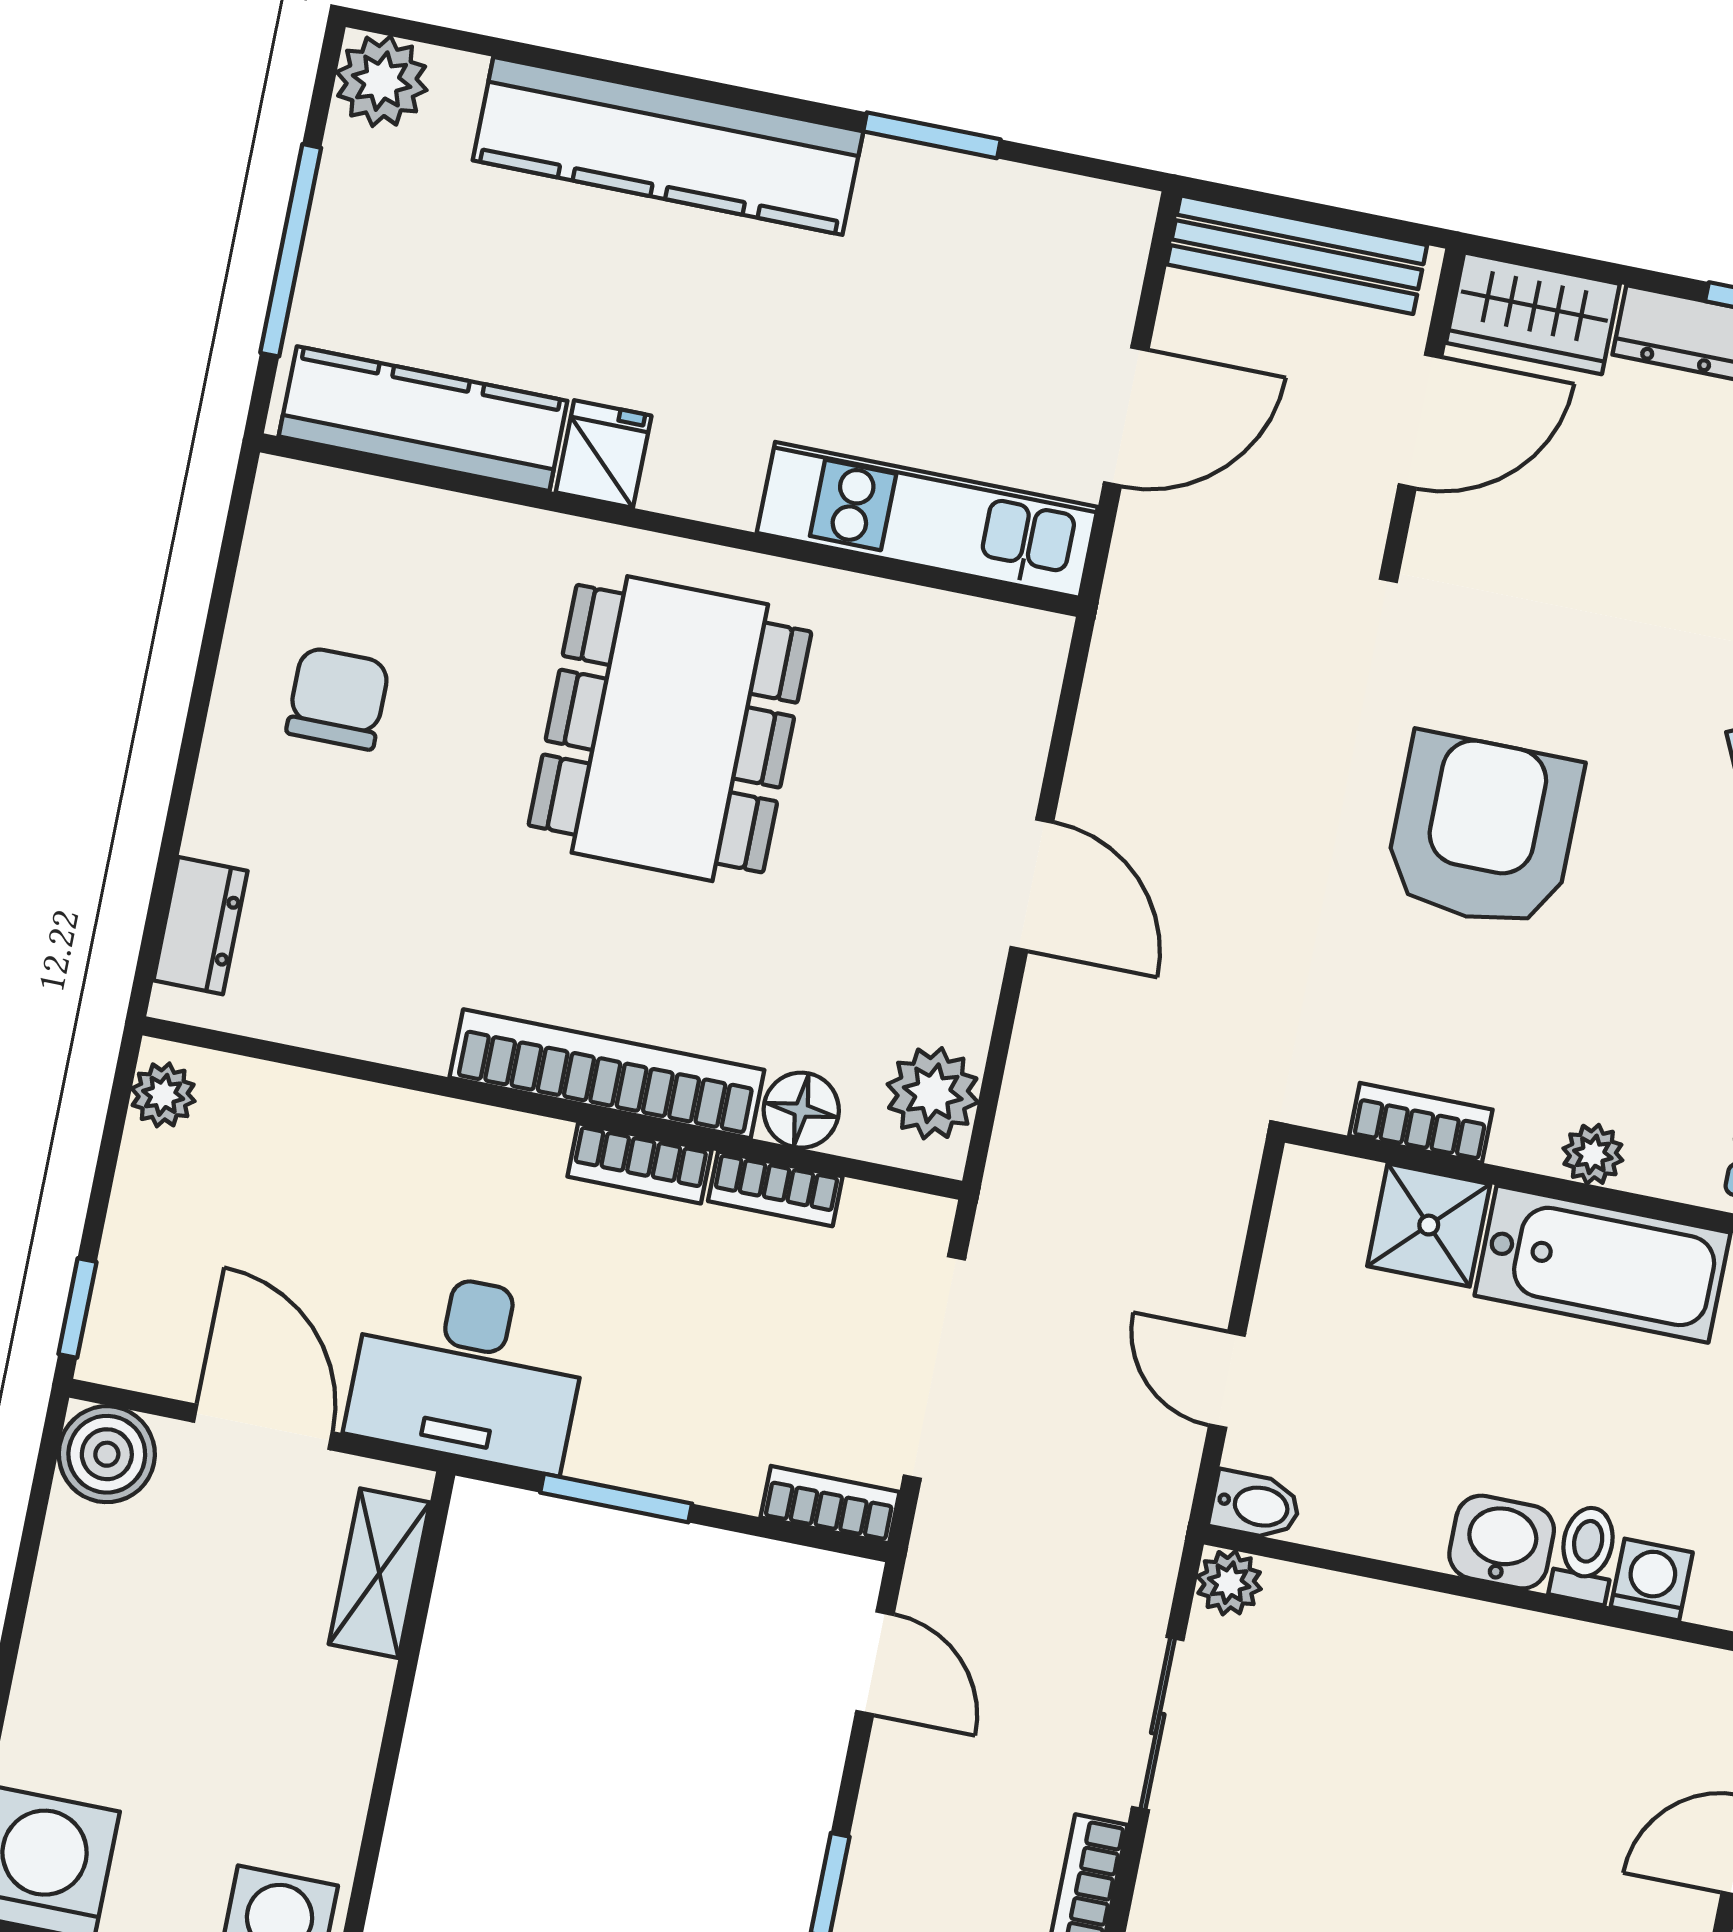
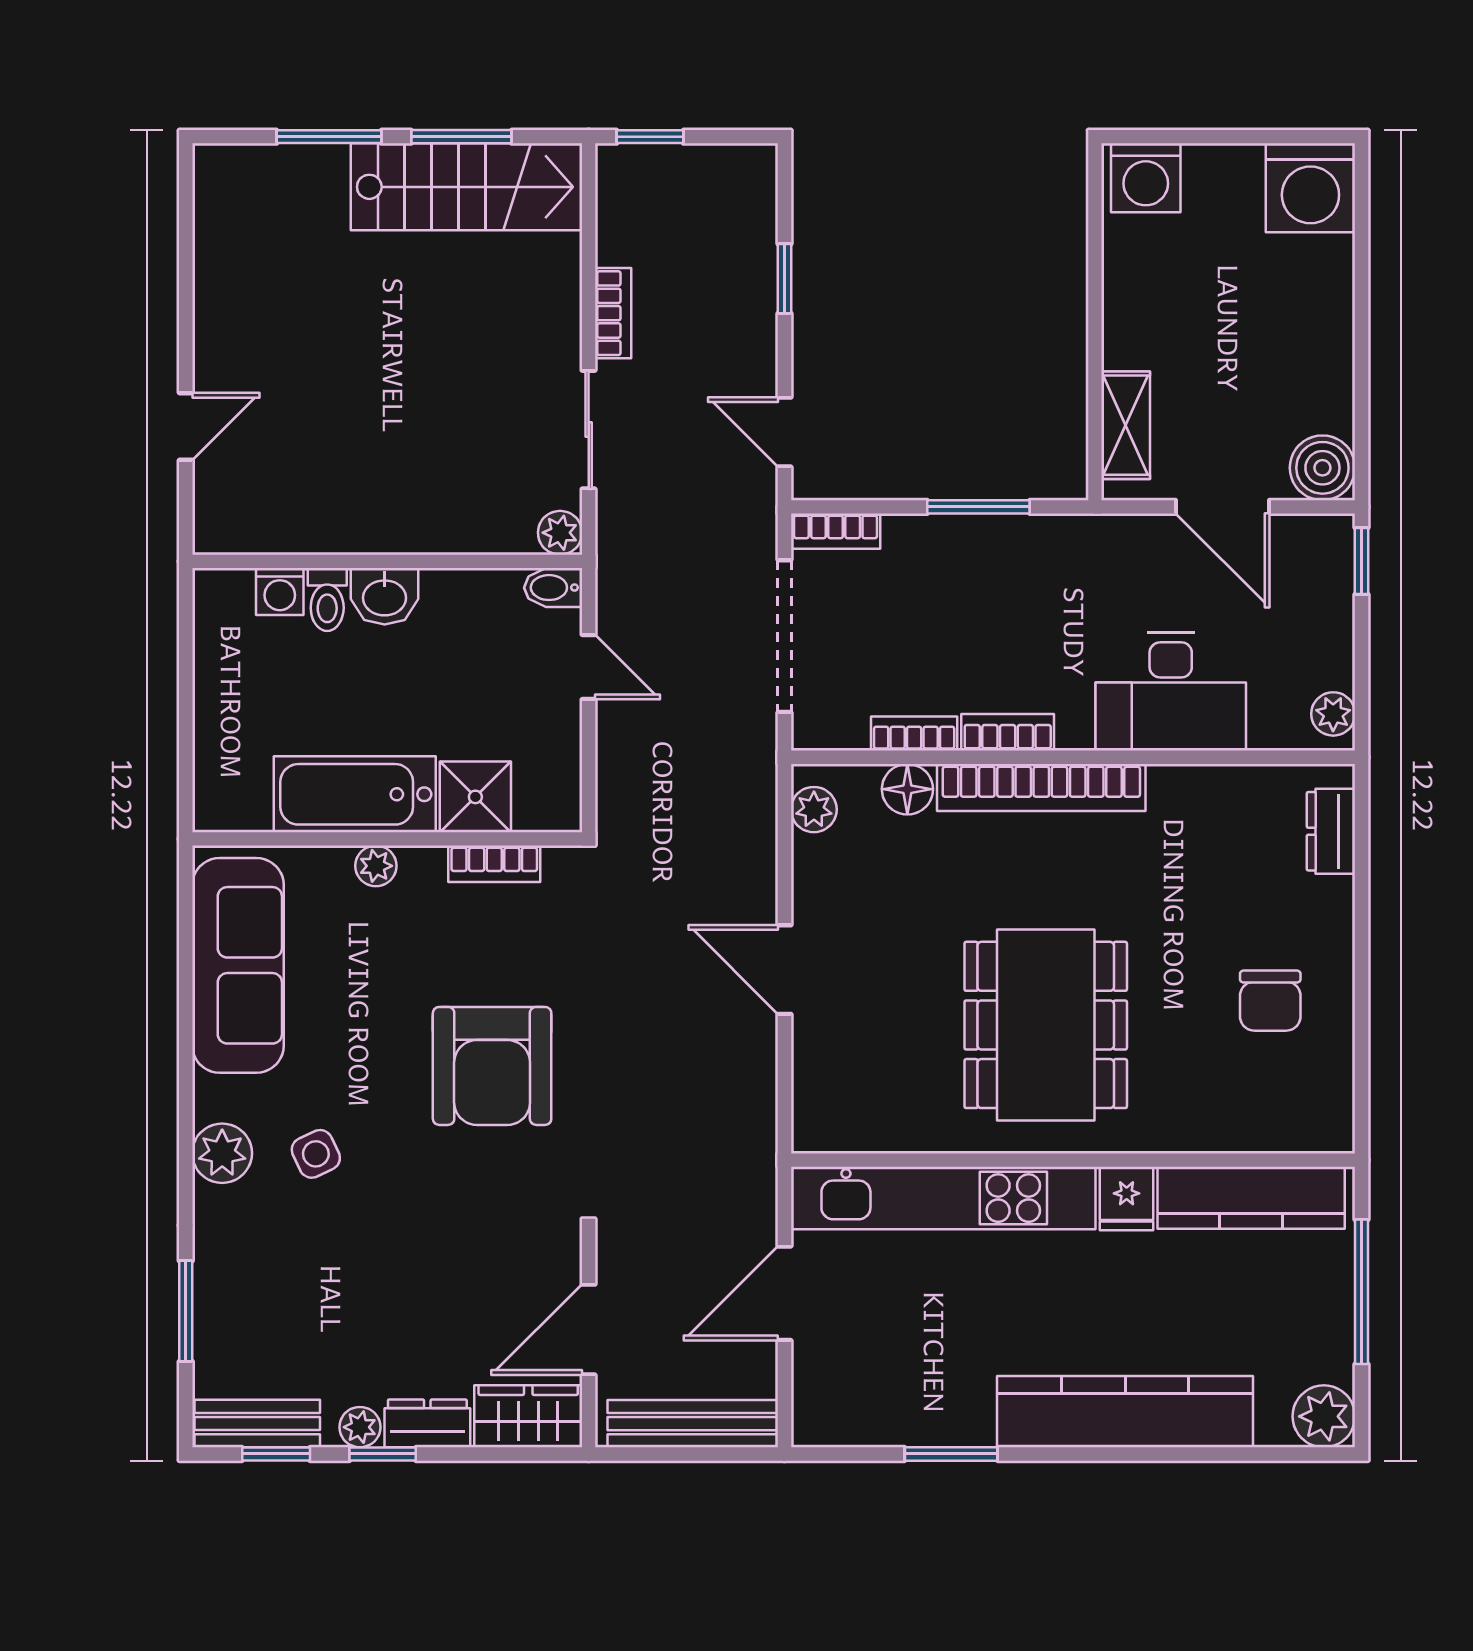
kitchen unit: (927, 520) -> (943, 1198), width x1.36
plant: (933, 1093) -> (814, 810), width x0.73, depth x0.73
desk: (468, 1370) -> (1171, 692), moved, turned 180

